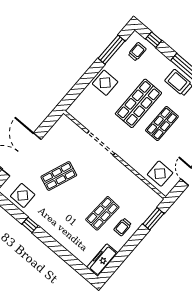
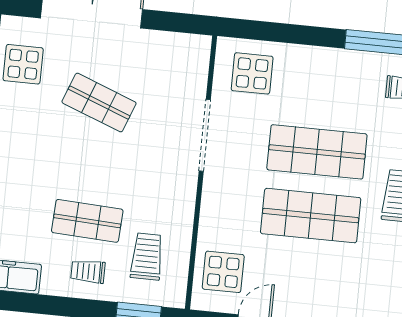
display table: (105, 83) -> (252, 73), moved
shop shelf: (162, 123) -> (311, 216), width x1.43, depth x1.36
trolley: (133, 200) -> (147, 257), added

